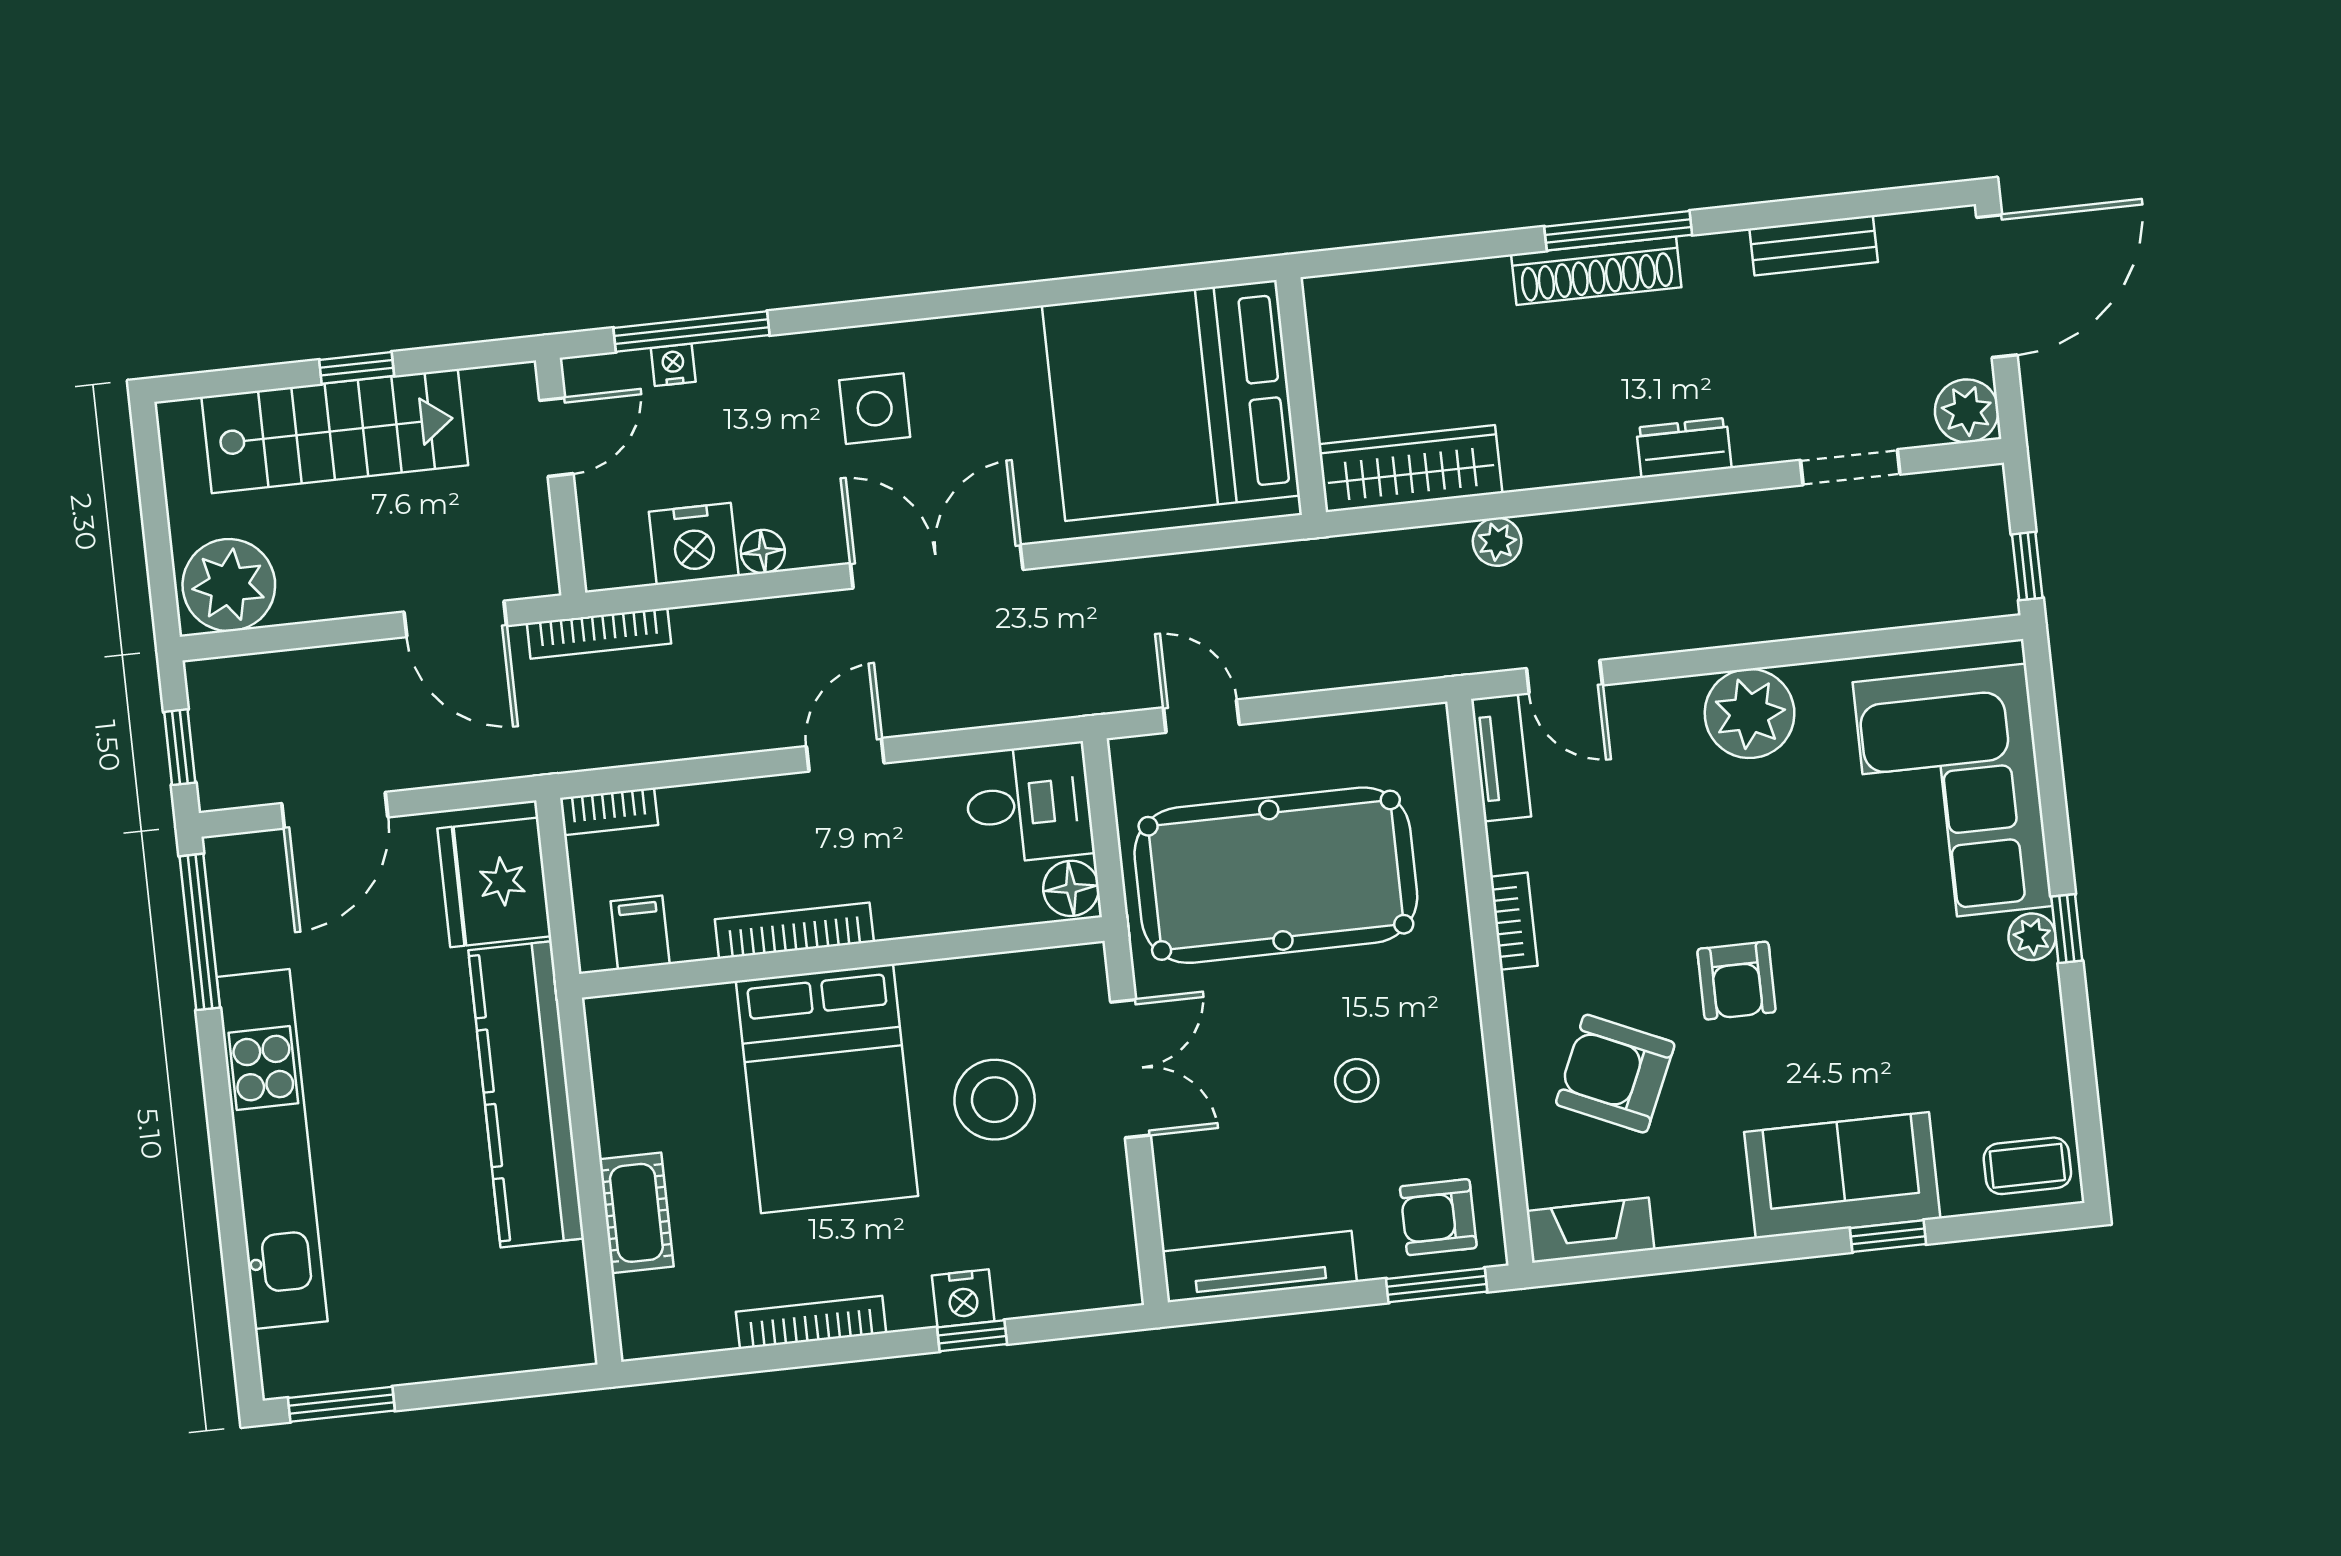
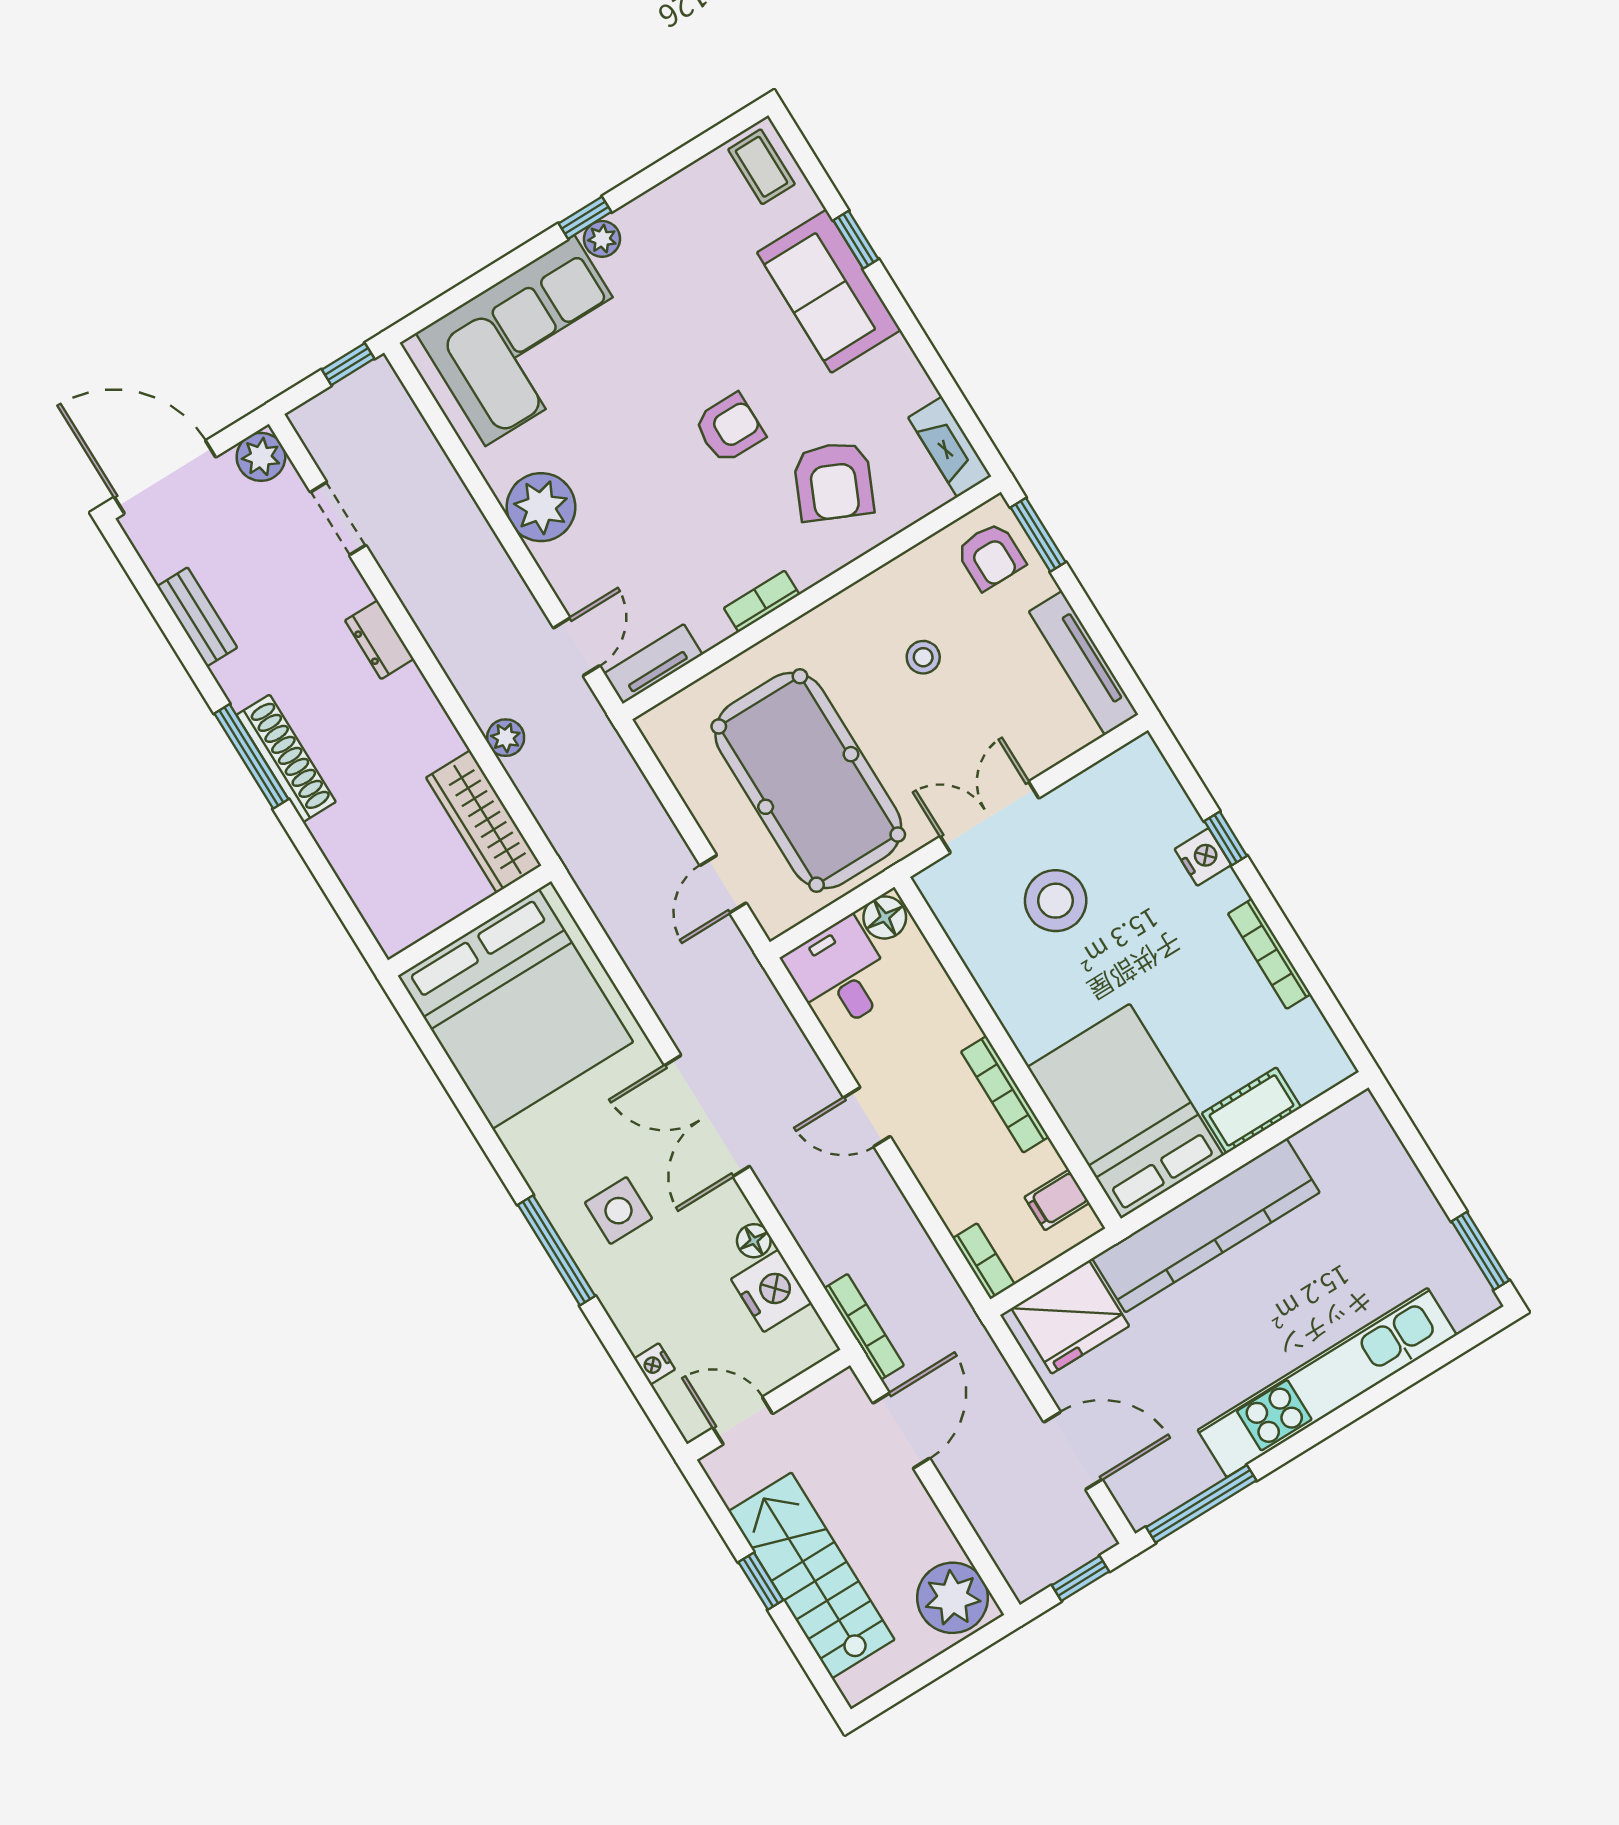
window: (692, 331) -> (557, 1250), moved
bed: (827, 1089) -> (1125, 1111), moved, turned -90

